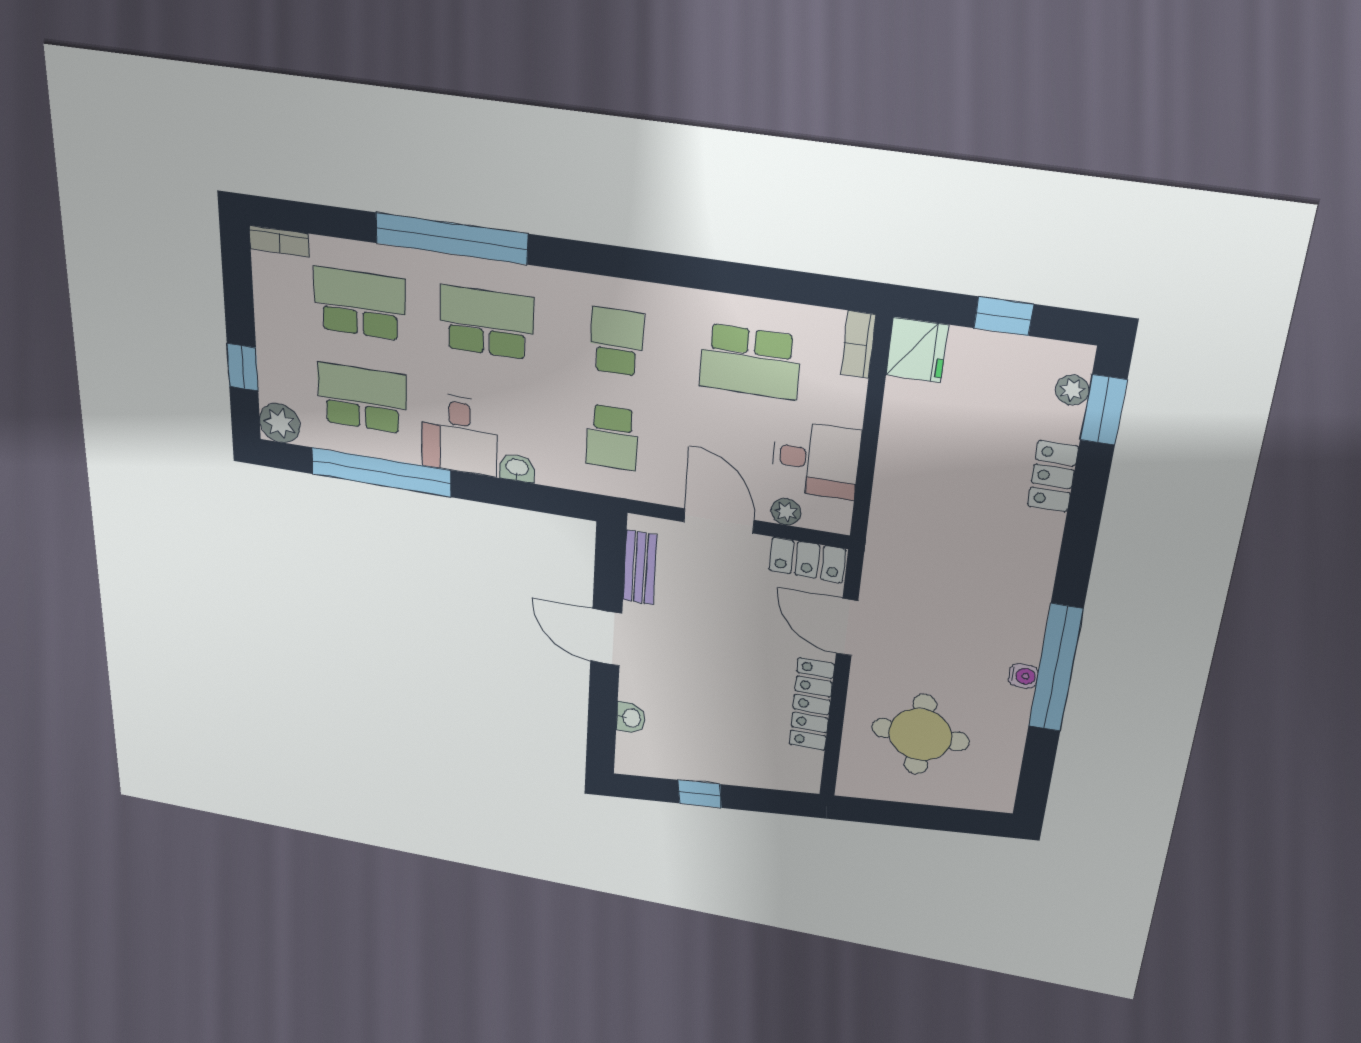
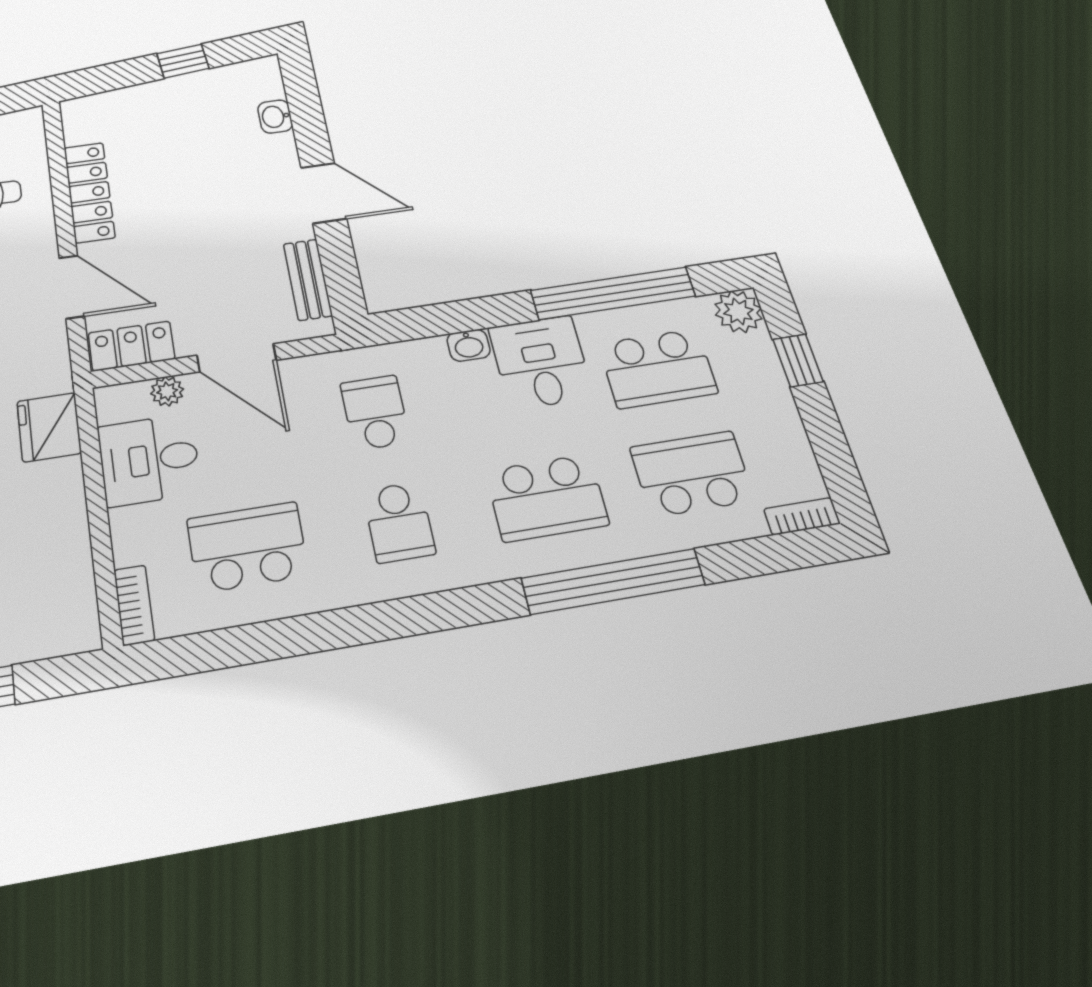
school desk: (360, 304) -> (692, 474), turned 180
fridge: (917, 350) -> (49, 427), moved

